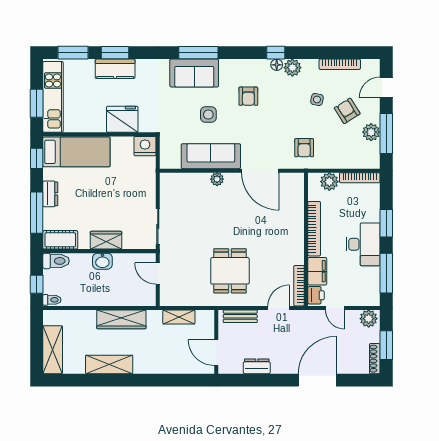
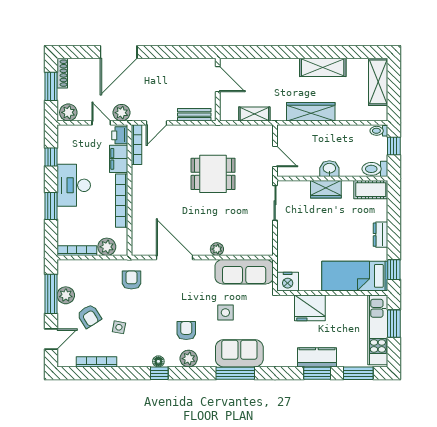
plant: (292, 68) -> (189, 359), moved
sofa: (211, 156) -> (244, 272), moved
window: (37, 213) -> (394, 216), removed
dining table: (230, 271) -> (213, 174), moved, turned 90
window: (386, 273) -> (51, 157), width x0.46
plant: (314, 318) -> (122, 113), added
dresser: (257, 366) -> (178, 66), removed

